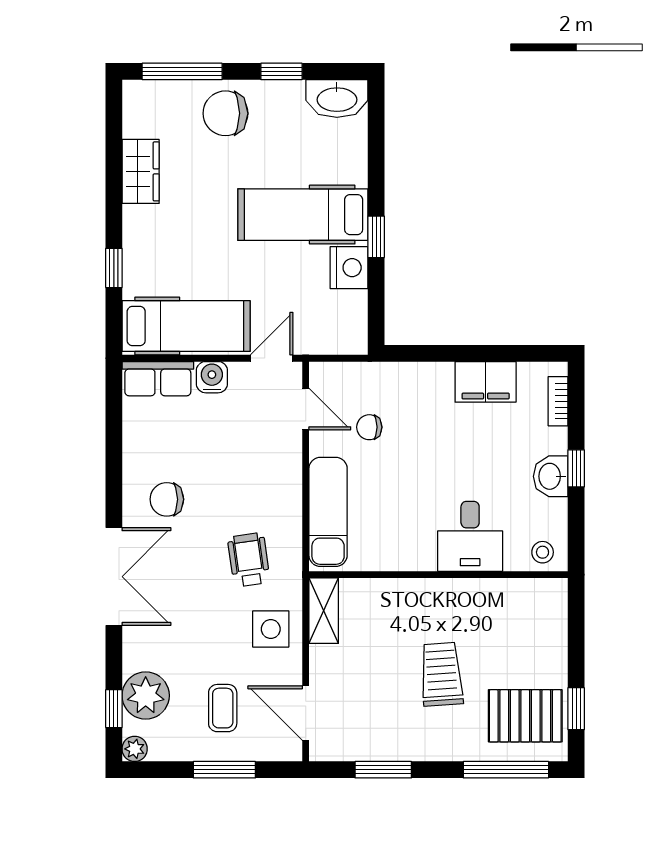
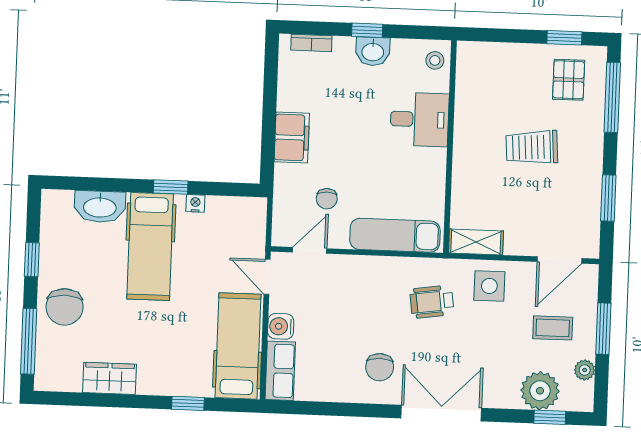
washbasin: (337, 99) -> (100, 207), moved, turned 90
nightstand: (349, 268) -> (195, 203), width x0.53, depth x0.56
filing cabinet: (486, 382) -> (292, 137), moved
pallet: (525, 716) -> (569, 80), width x0.67, depth x0.71
plant: (135, 749) -> (585, 370), moved

